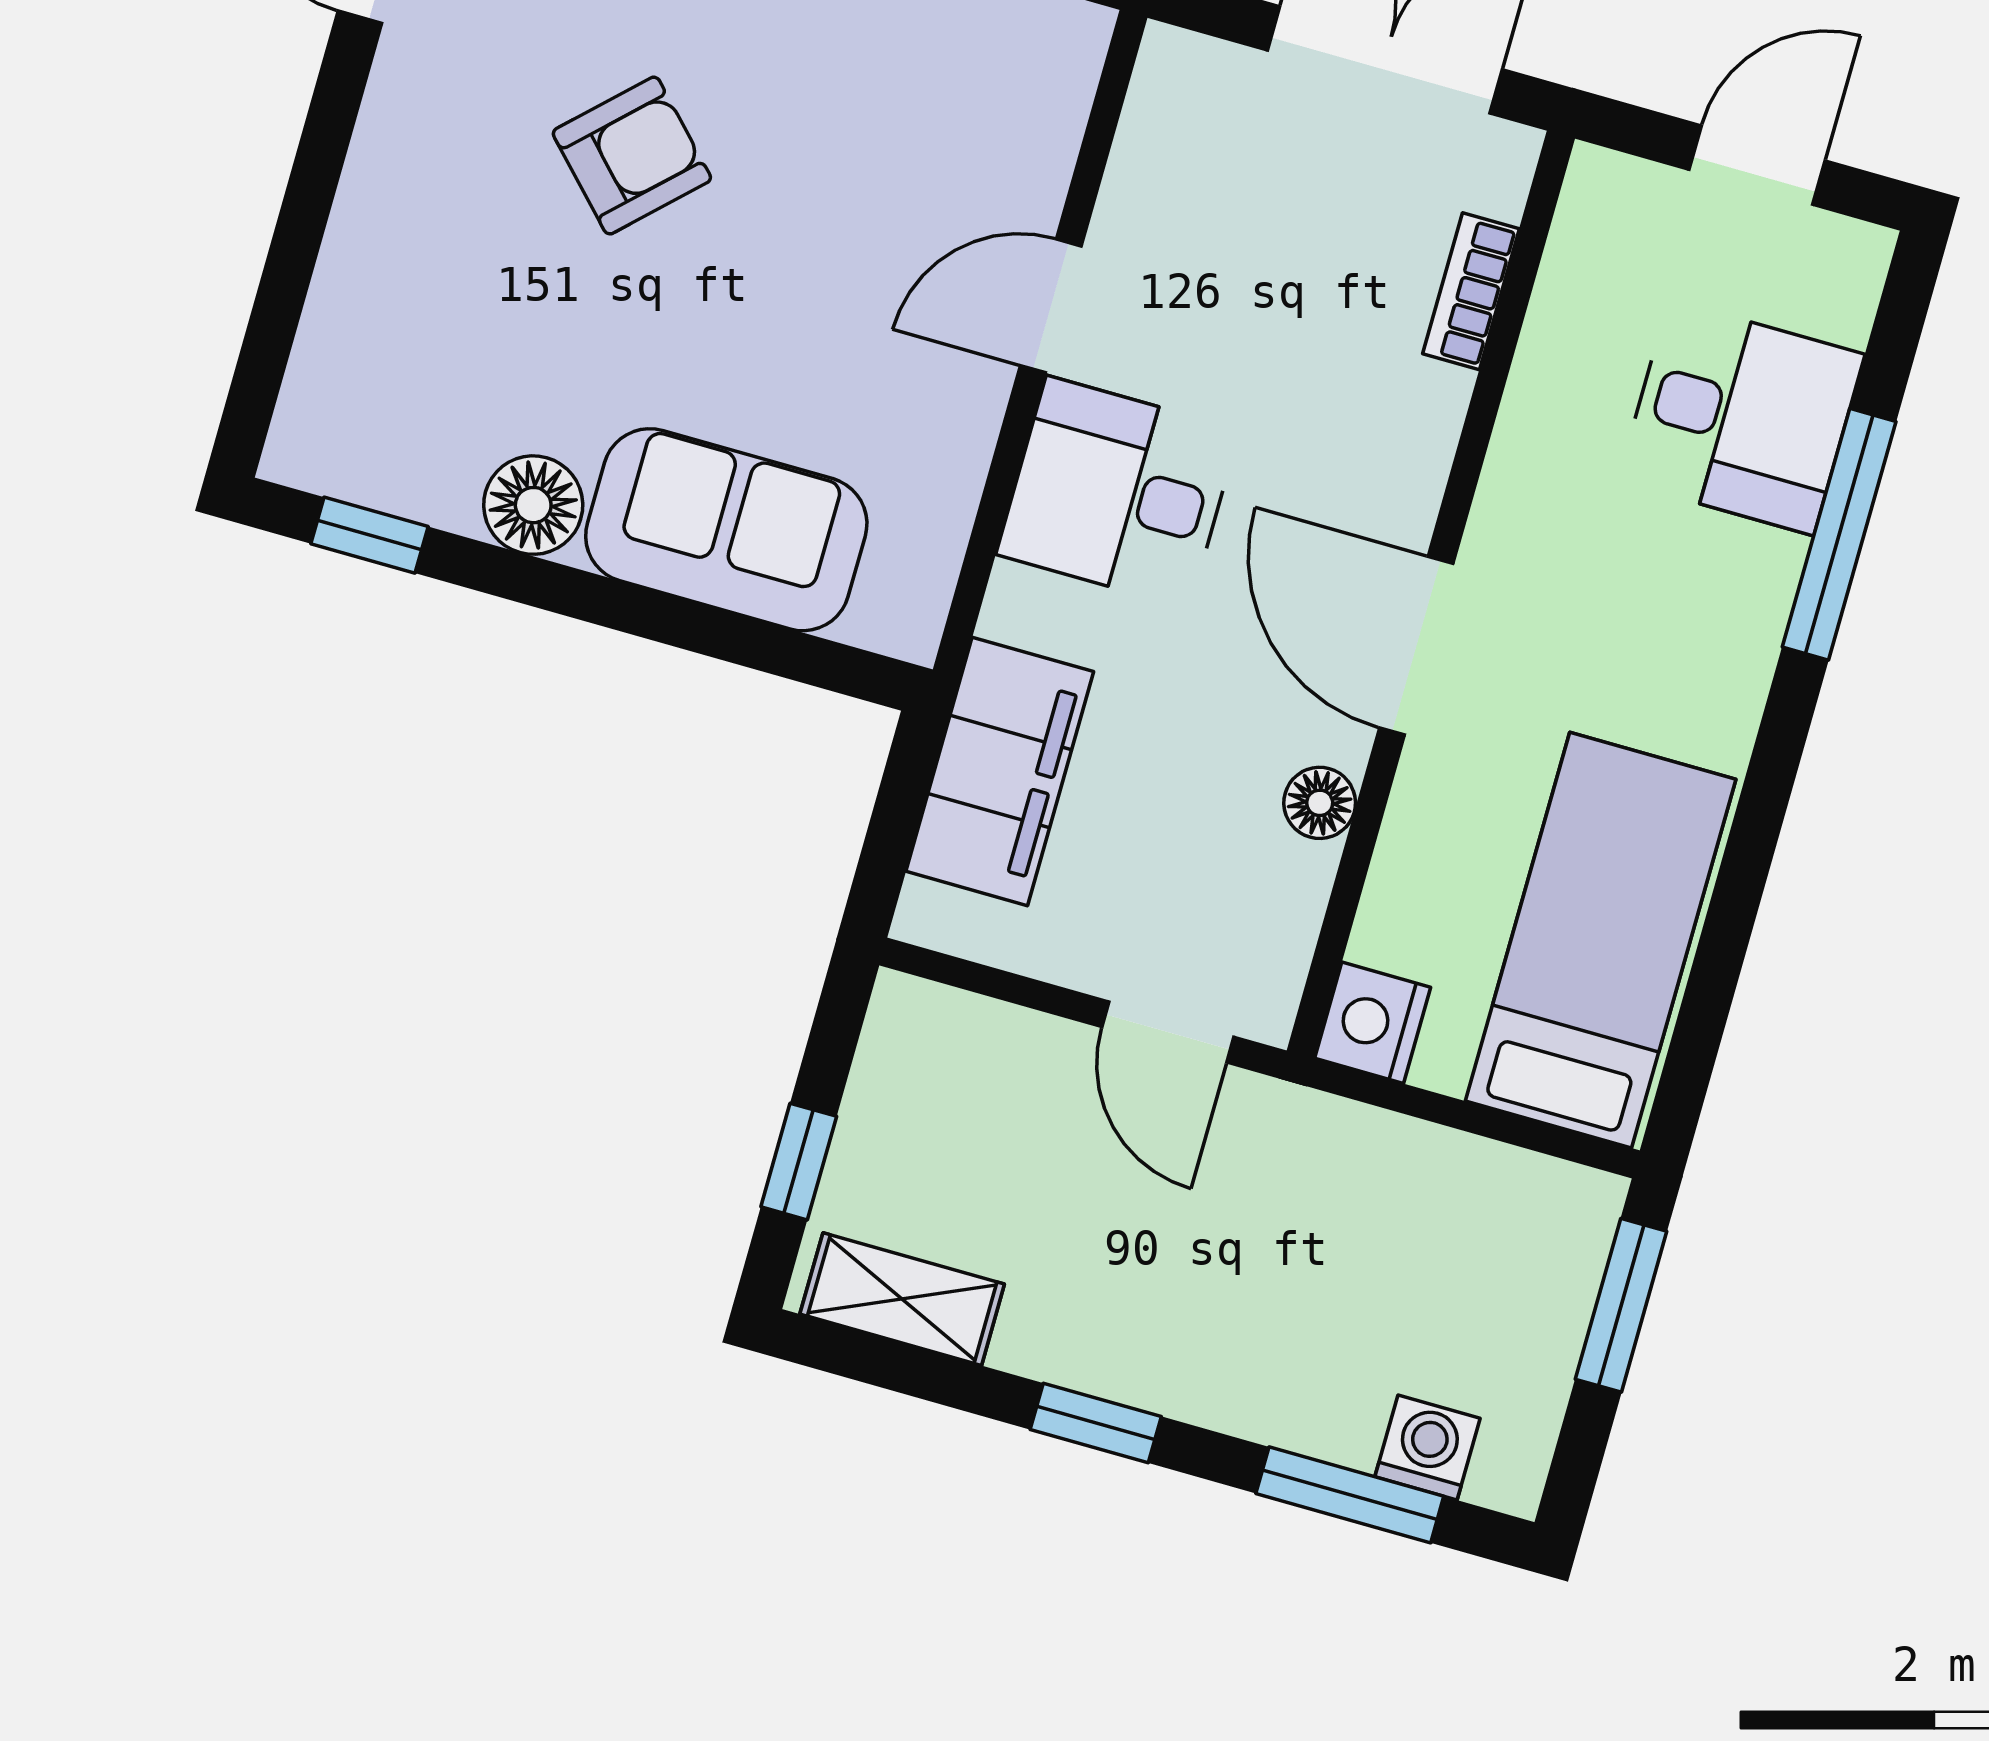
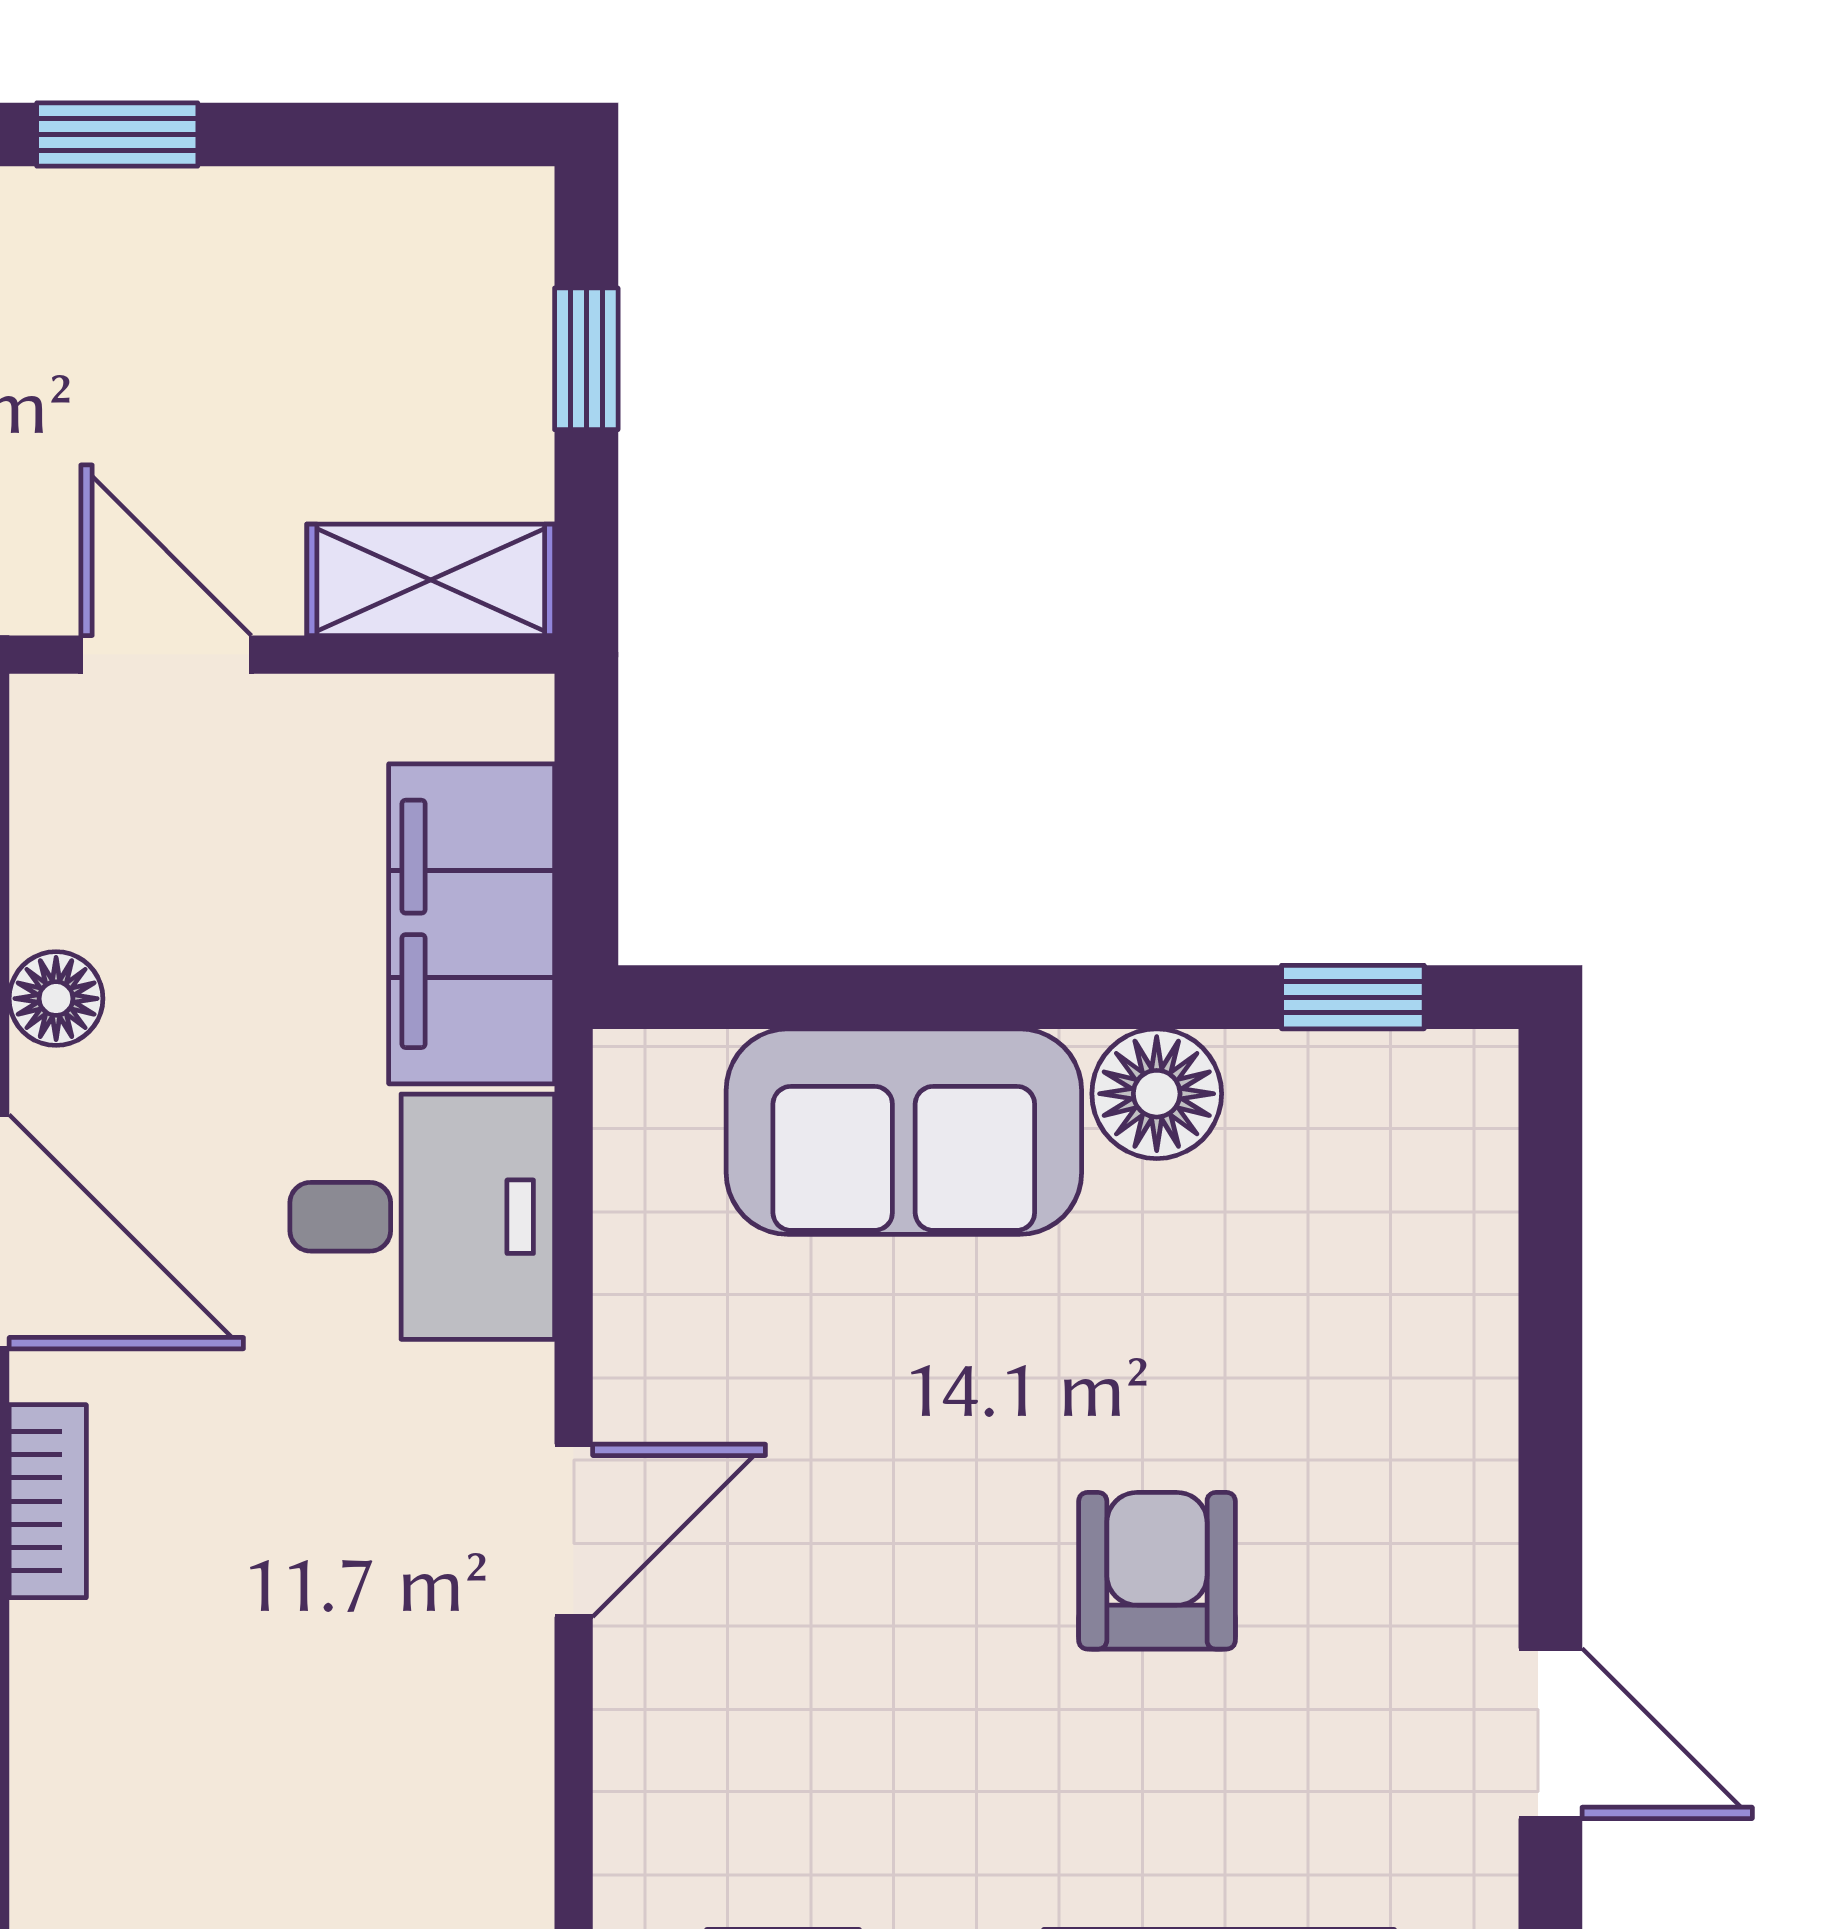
armchair: (632, 156) -> (1157, 1571), turned 134
bookcase: (1471, 291) -> (48, 1501), moved
desk: (1118, 492) -> (422, 1217), moved
shelving: (902, 1299) -> (431, 580), moved

